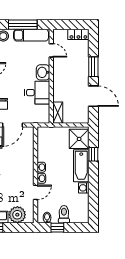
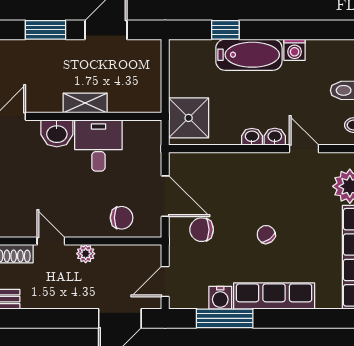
shelving: (58, 113) -> (85, 103), moved
shower: (79, 139) -> (189, 118), moved

